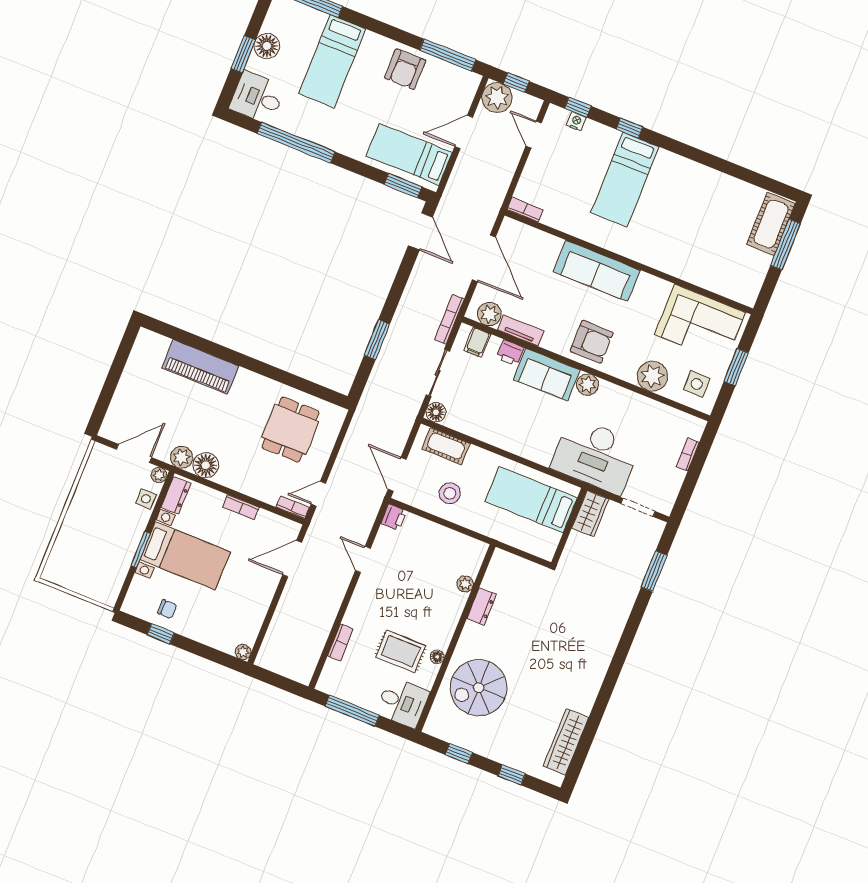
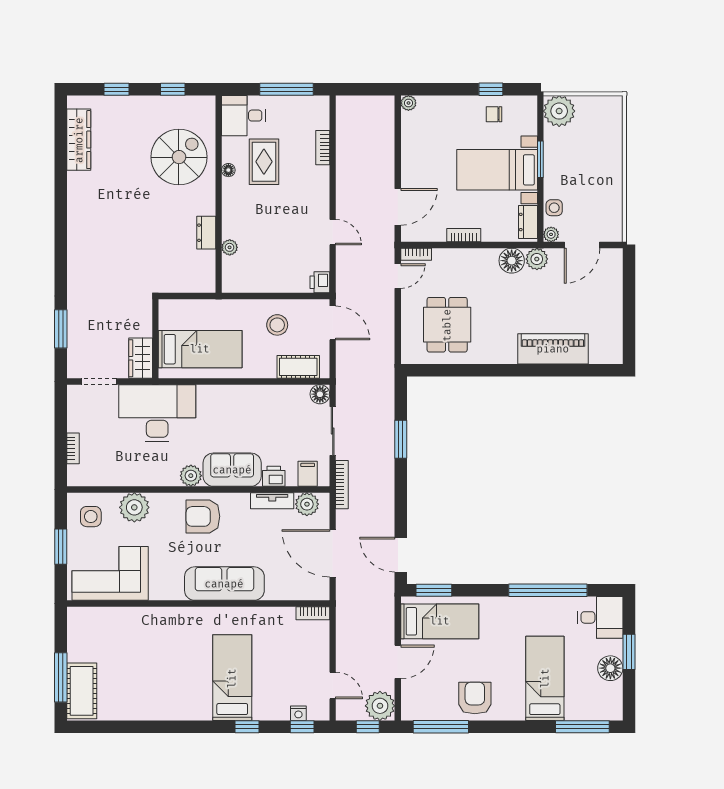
plant: (105, 588) -> (559, 111), added
rug: (401, 651) -> (264, 162), turned 90

